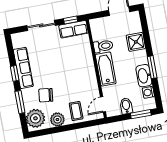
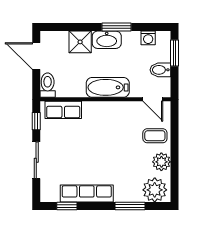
row of seats: (74, 29) -> (63, 110), moved, turned 90
toilet: (103, 46) -> (48, 85), moved
window: (15, 73) -> (67, 206), moved
washbasin: (144, 76) -> (107, 40), moved
chair: (46, 95) -> (127, 171), removed

